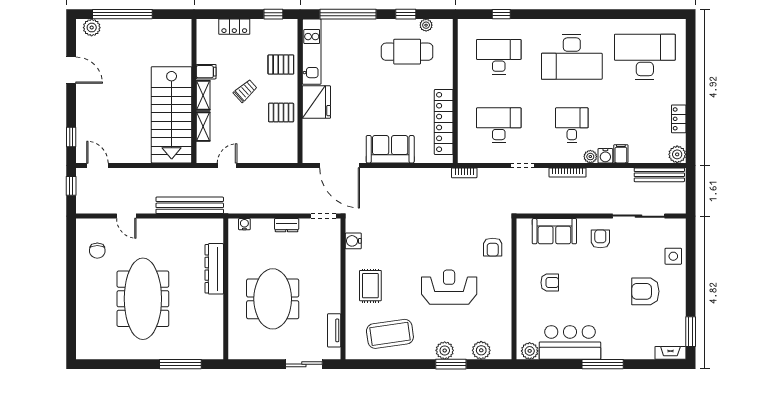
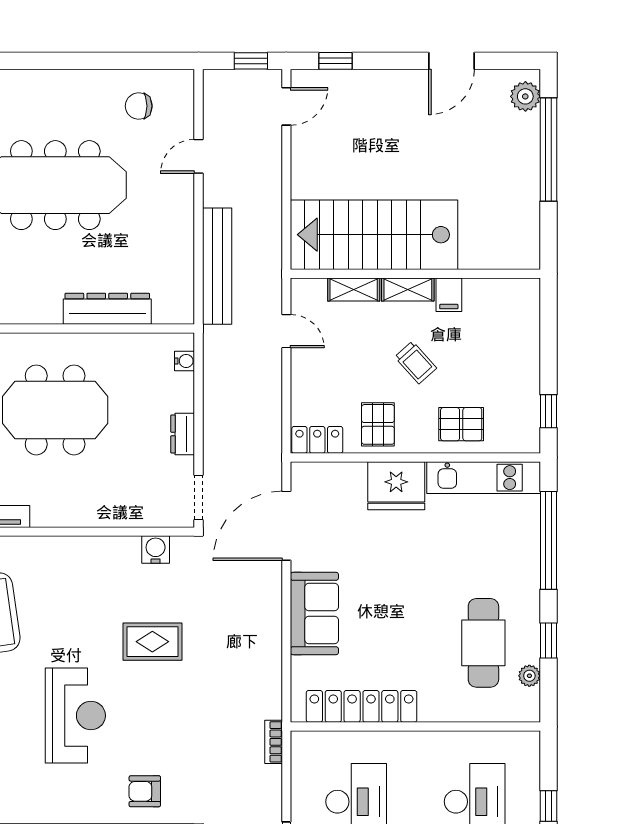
locker: (234, 27) -> (317, 440), moved, turned 90
pallet: (281, 64) -> (461, 424), turned 90
rug: (370, 286) -> (152, 642), moved

